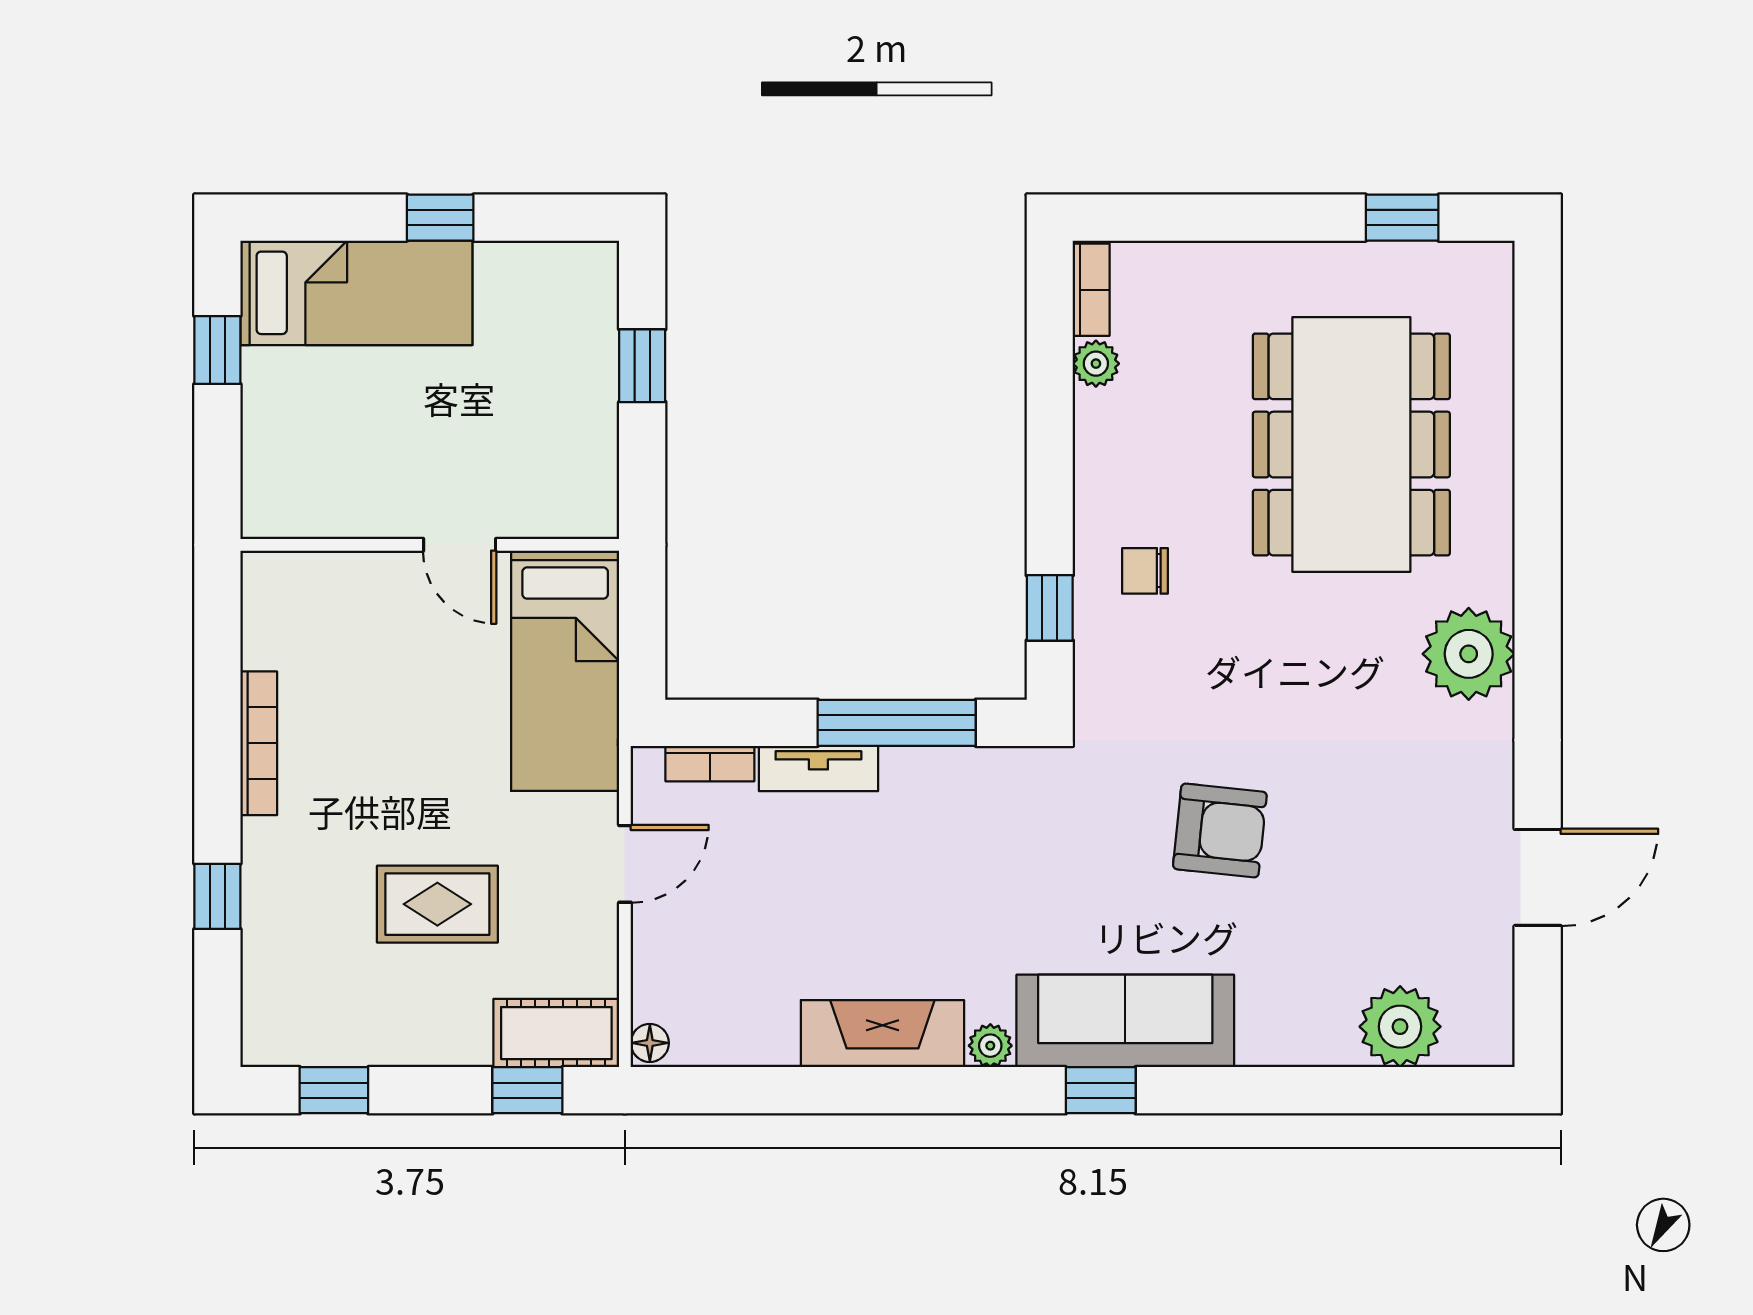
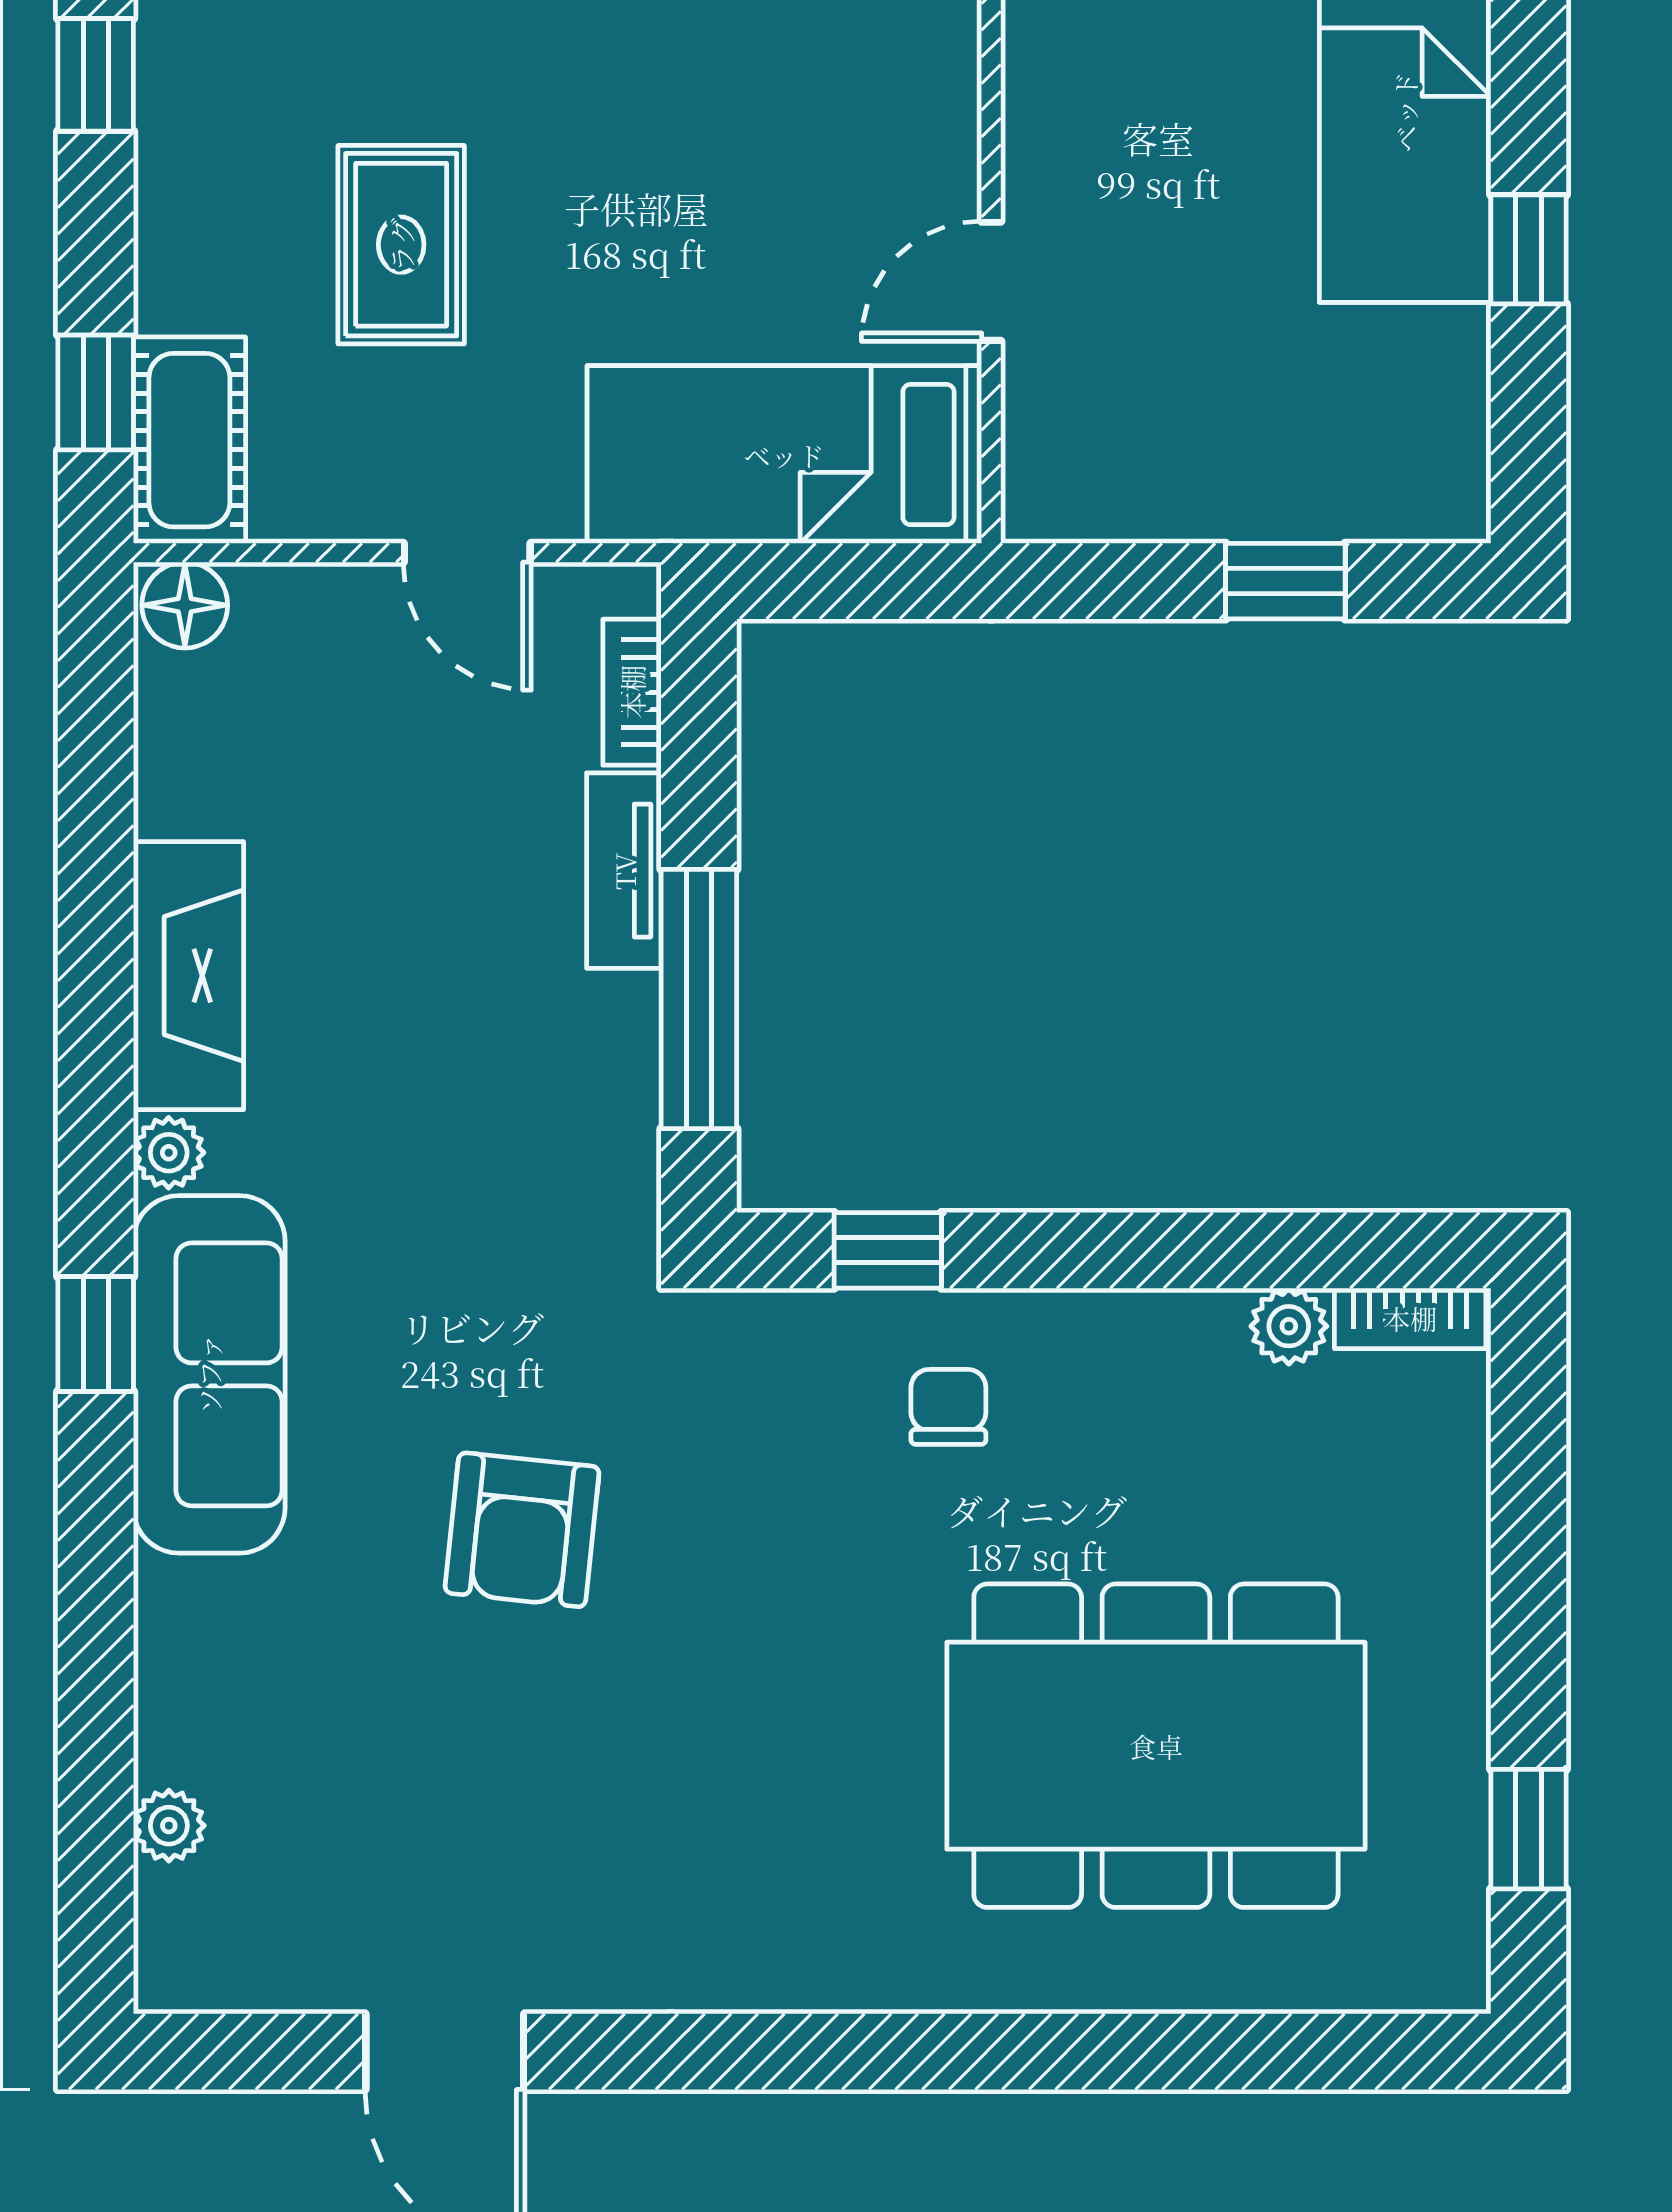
plant: (1469, 654) -> (812, 1938), removed
plant: (1400, 1027) -> (169, 1826), width x0.53, depth x0.53
floor lamp: (650, 1043) -> (185, 605), width x1.37, depth x1.37

